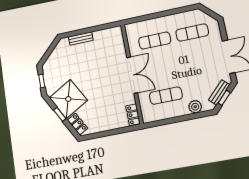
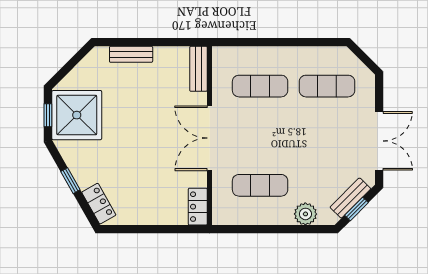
bench: (119, 38) -> (198, 69), added
double door: (132, 75) -> (210, 138), swing flipped
shower: (68, 99) -> (77, 115), moved, turned 30

